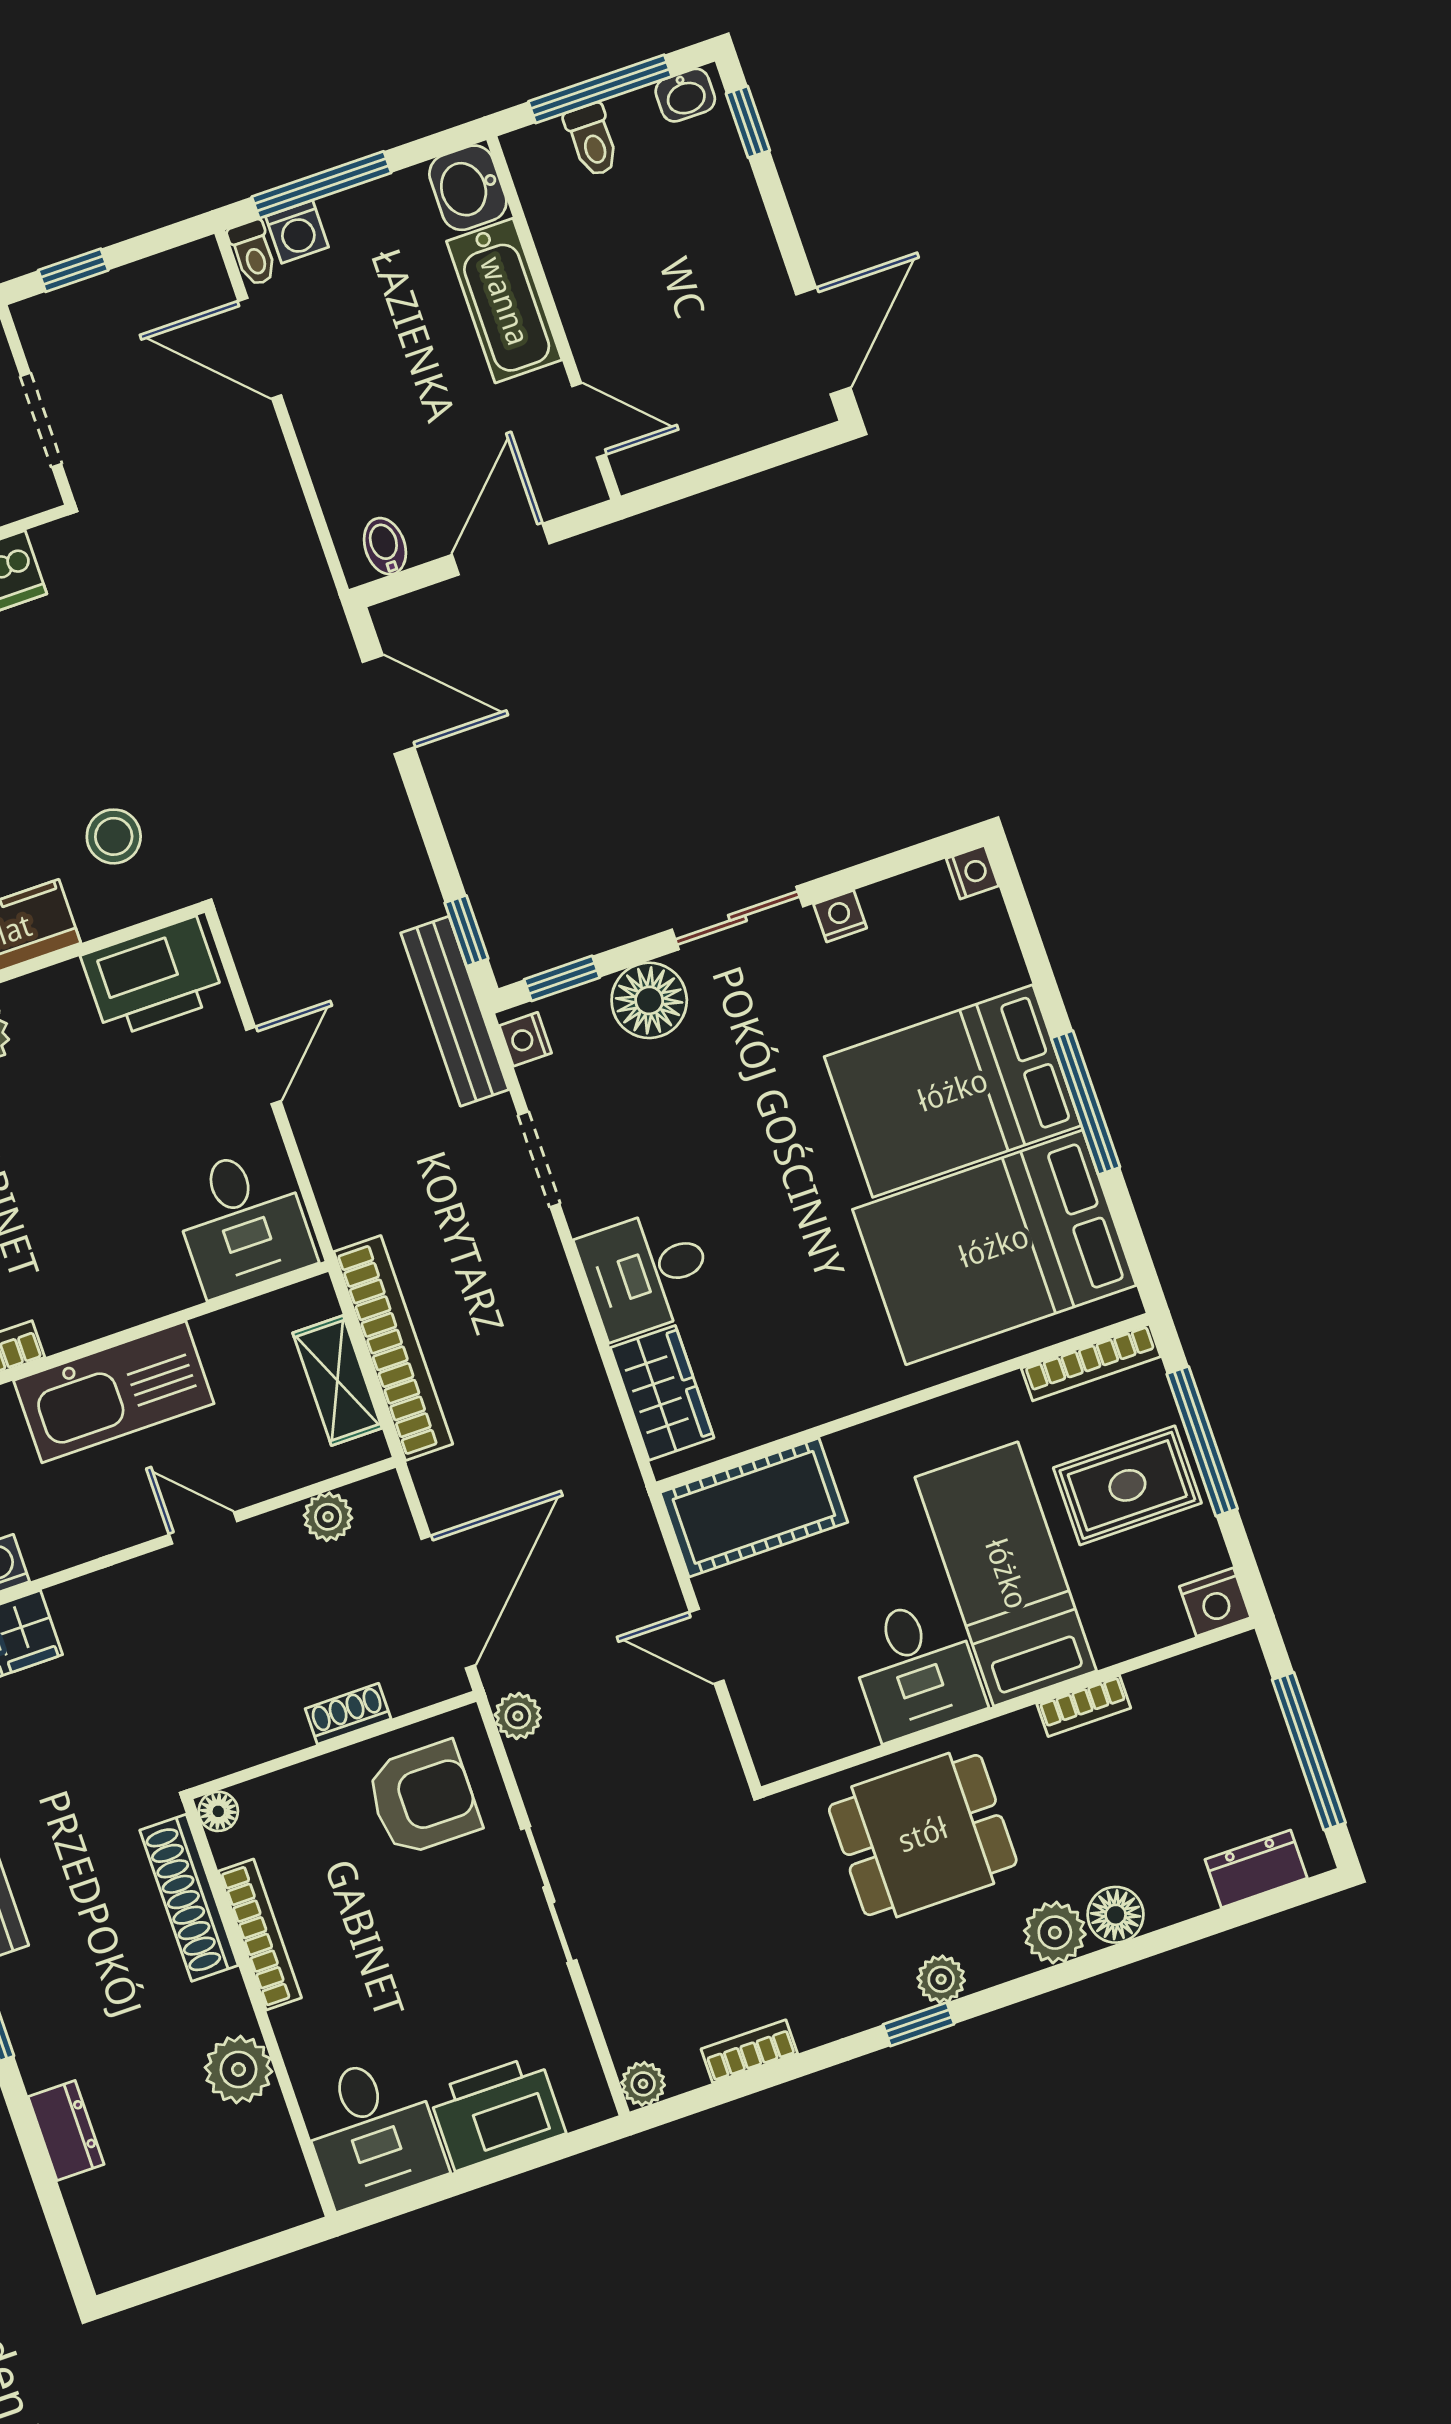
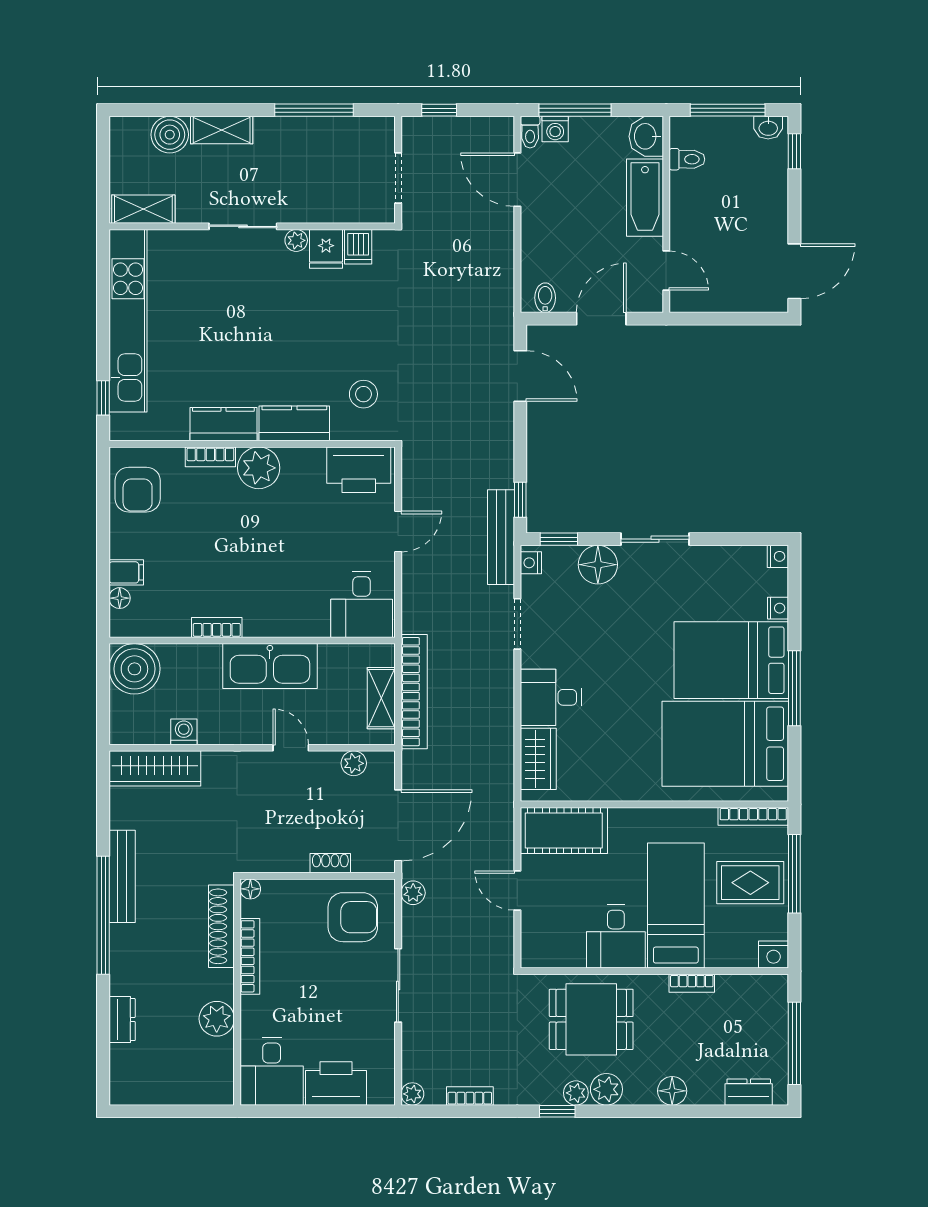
toilet: (592, 140) -> (687, 159), moved, turned -90
nightstand: (840, 916) -> (778, 608), moved, turned 90
plant: (1055, 1933) -> (606, 1089), moved

